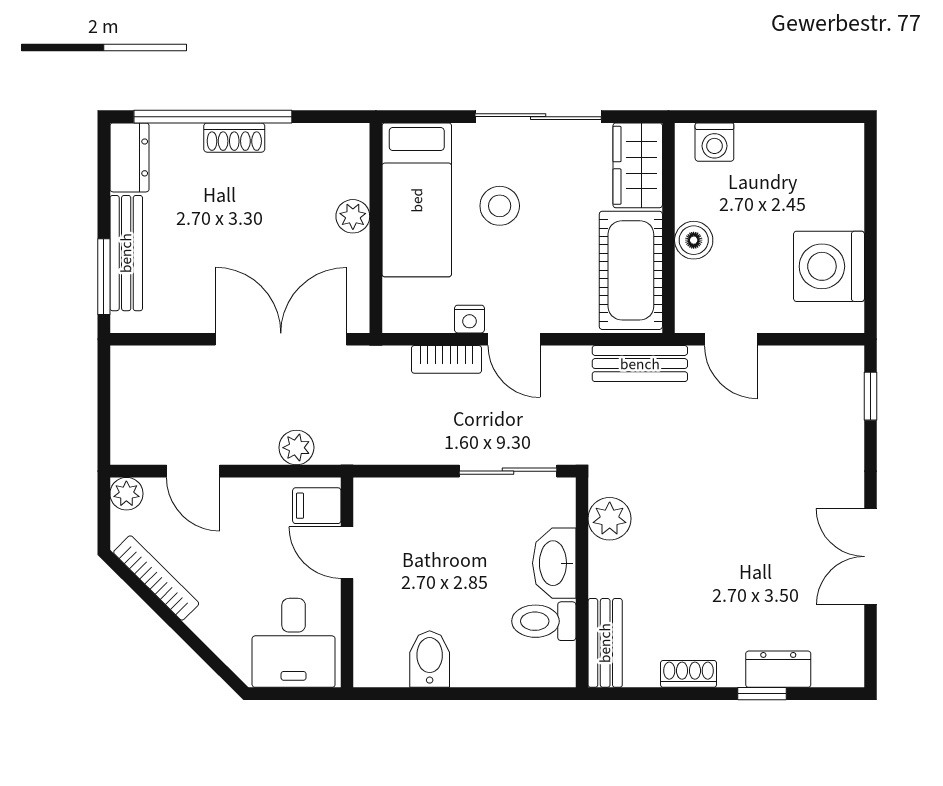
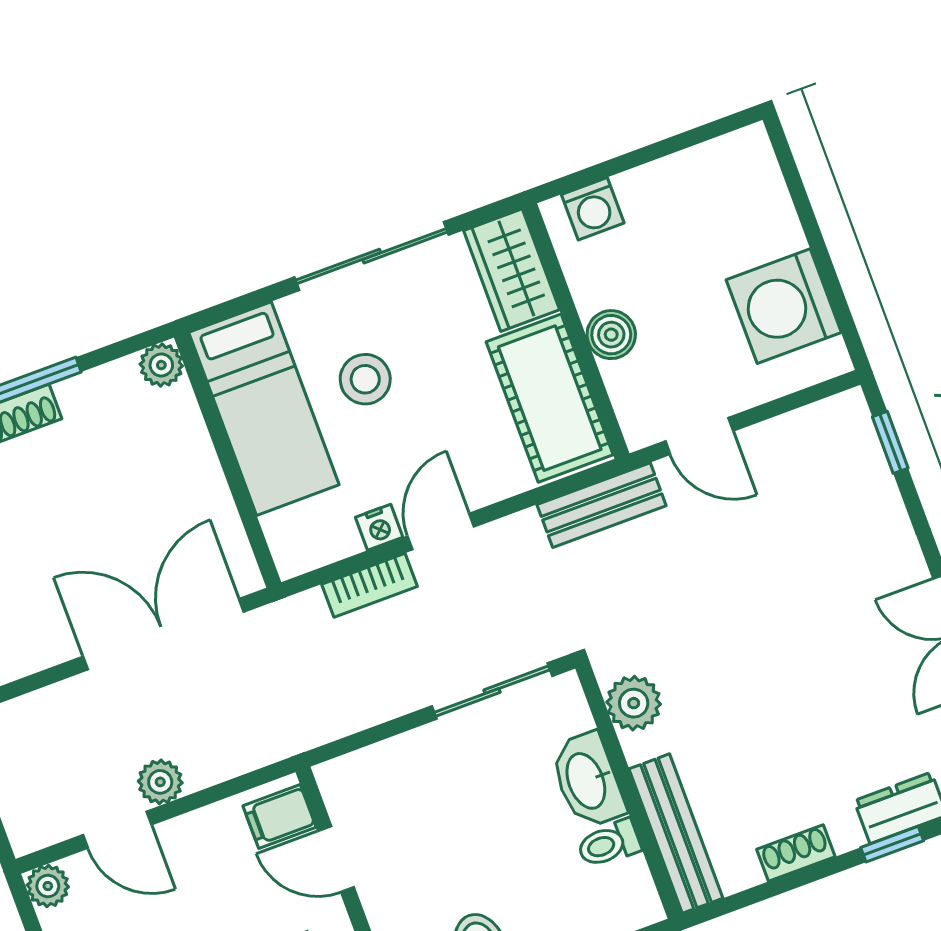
plant: (353, 216) -> (161, 365), moved
door: (514, 339) -> (441, 532), swing flipped
plant: (296, 448) -> (160, 782), moved
toilet: (544, 621) -> (609, 844), width x0.73, depth x0.72
bench: (605, 643) -> (676, 834), width x1.36

